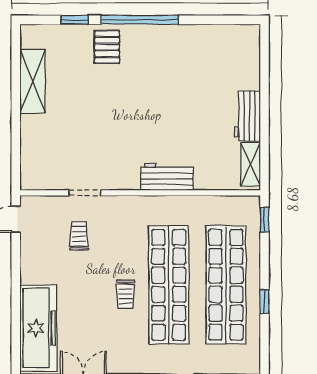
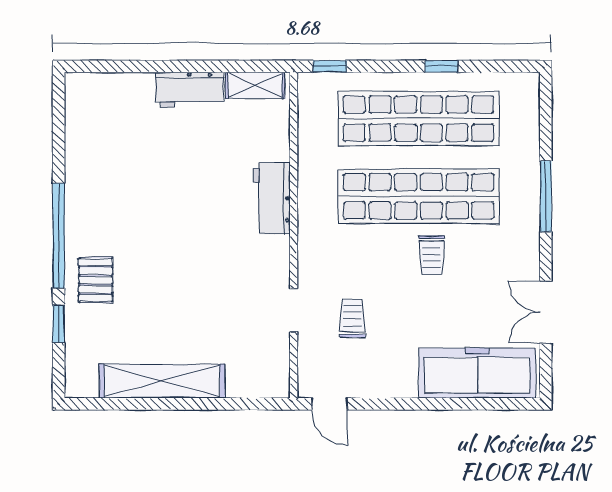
pallet: (107, 47) -> (96, 280), turned 90
shelving: (33, 81) -> (162, 381), width x1.47
trolley: (79, 236) -> (352, 318), turned 90
trolley: (126, 294) -> (431, 255), turned 90

